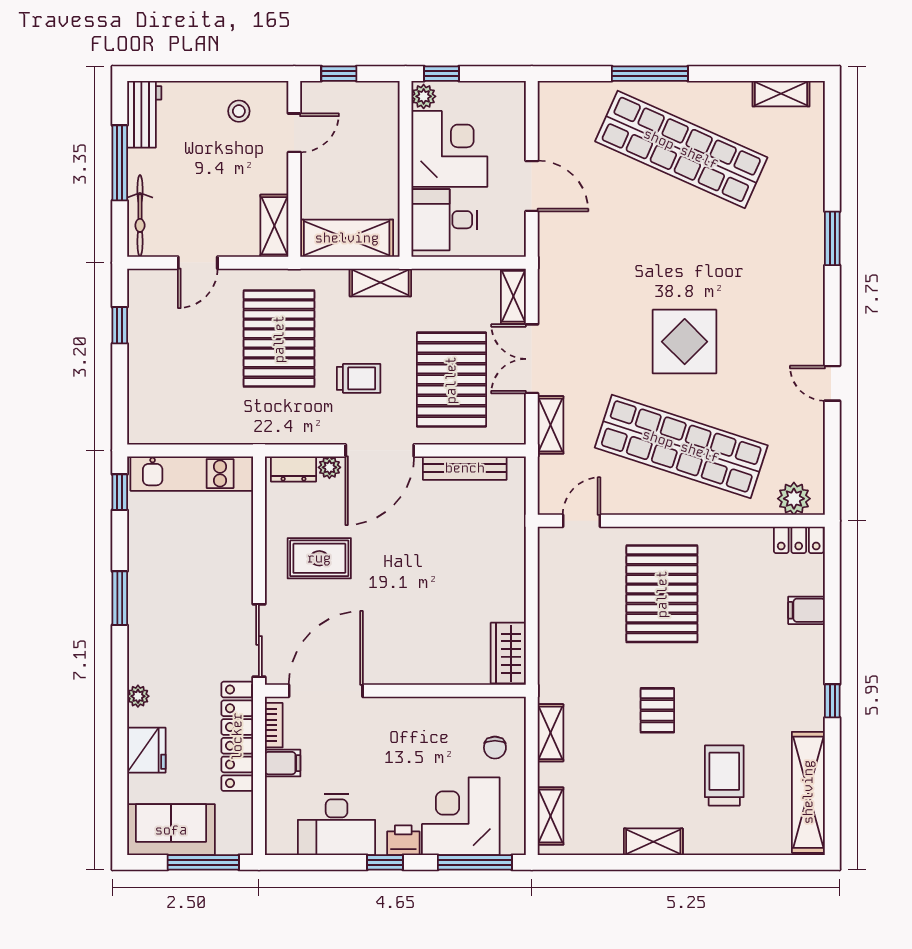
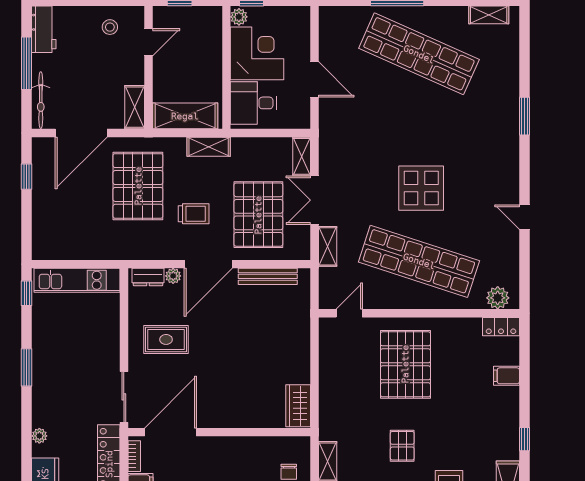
door: (198, 263) -> (81, 133), width x1.87

